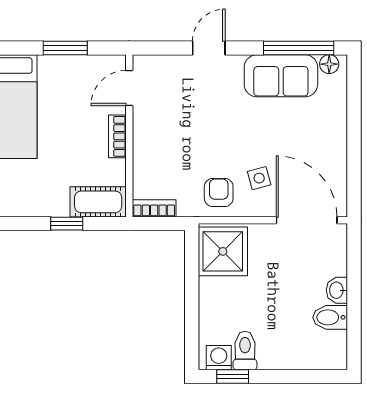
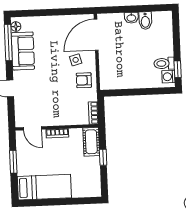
shower: (223, 251) -> (114, 77), removed

